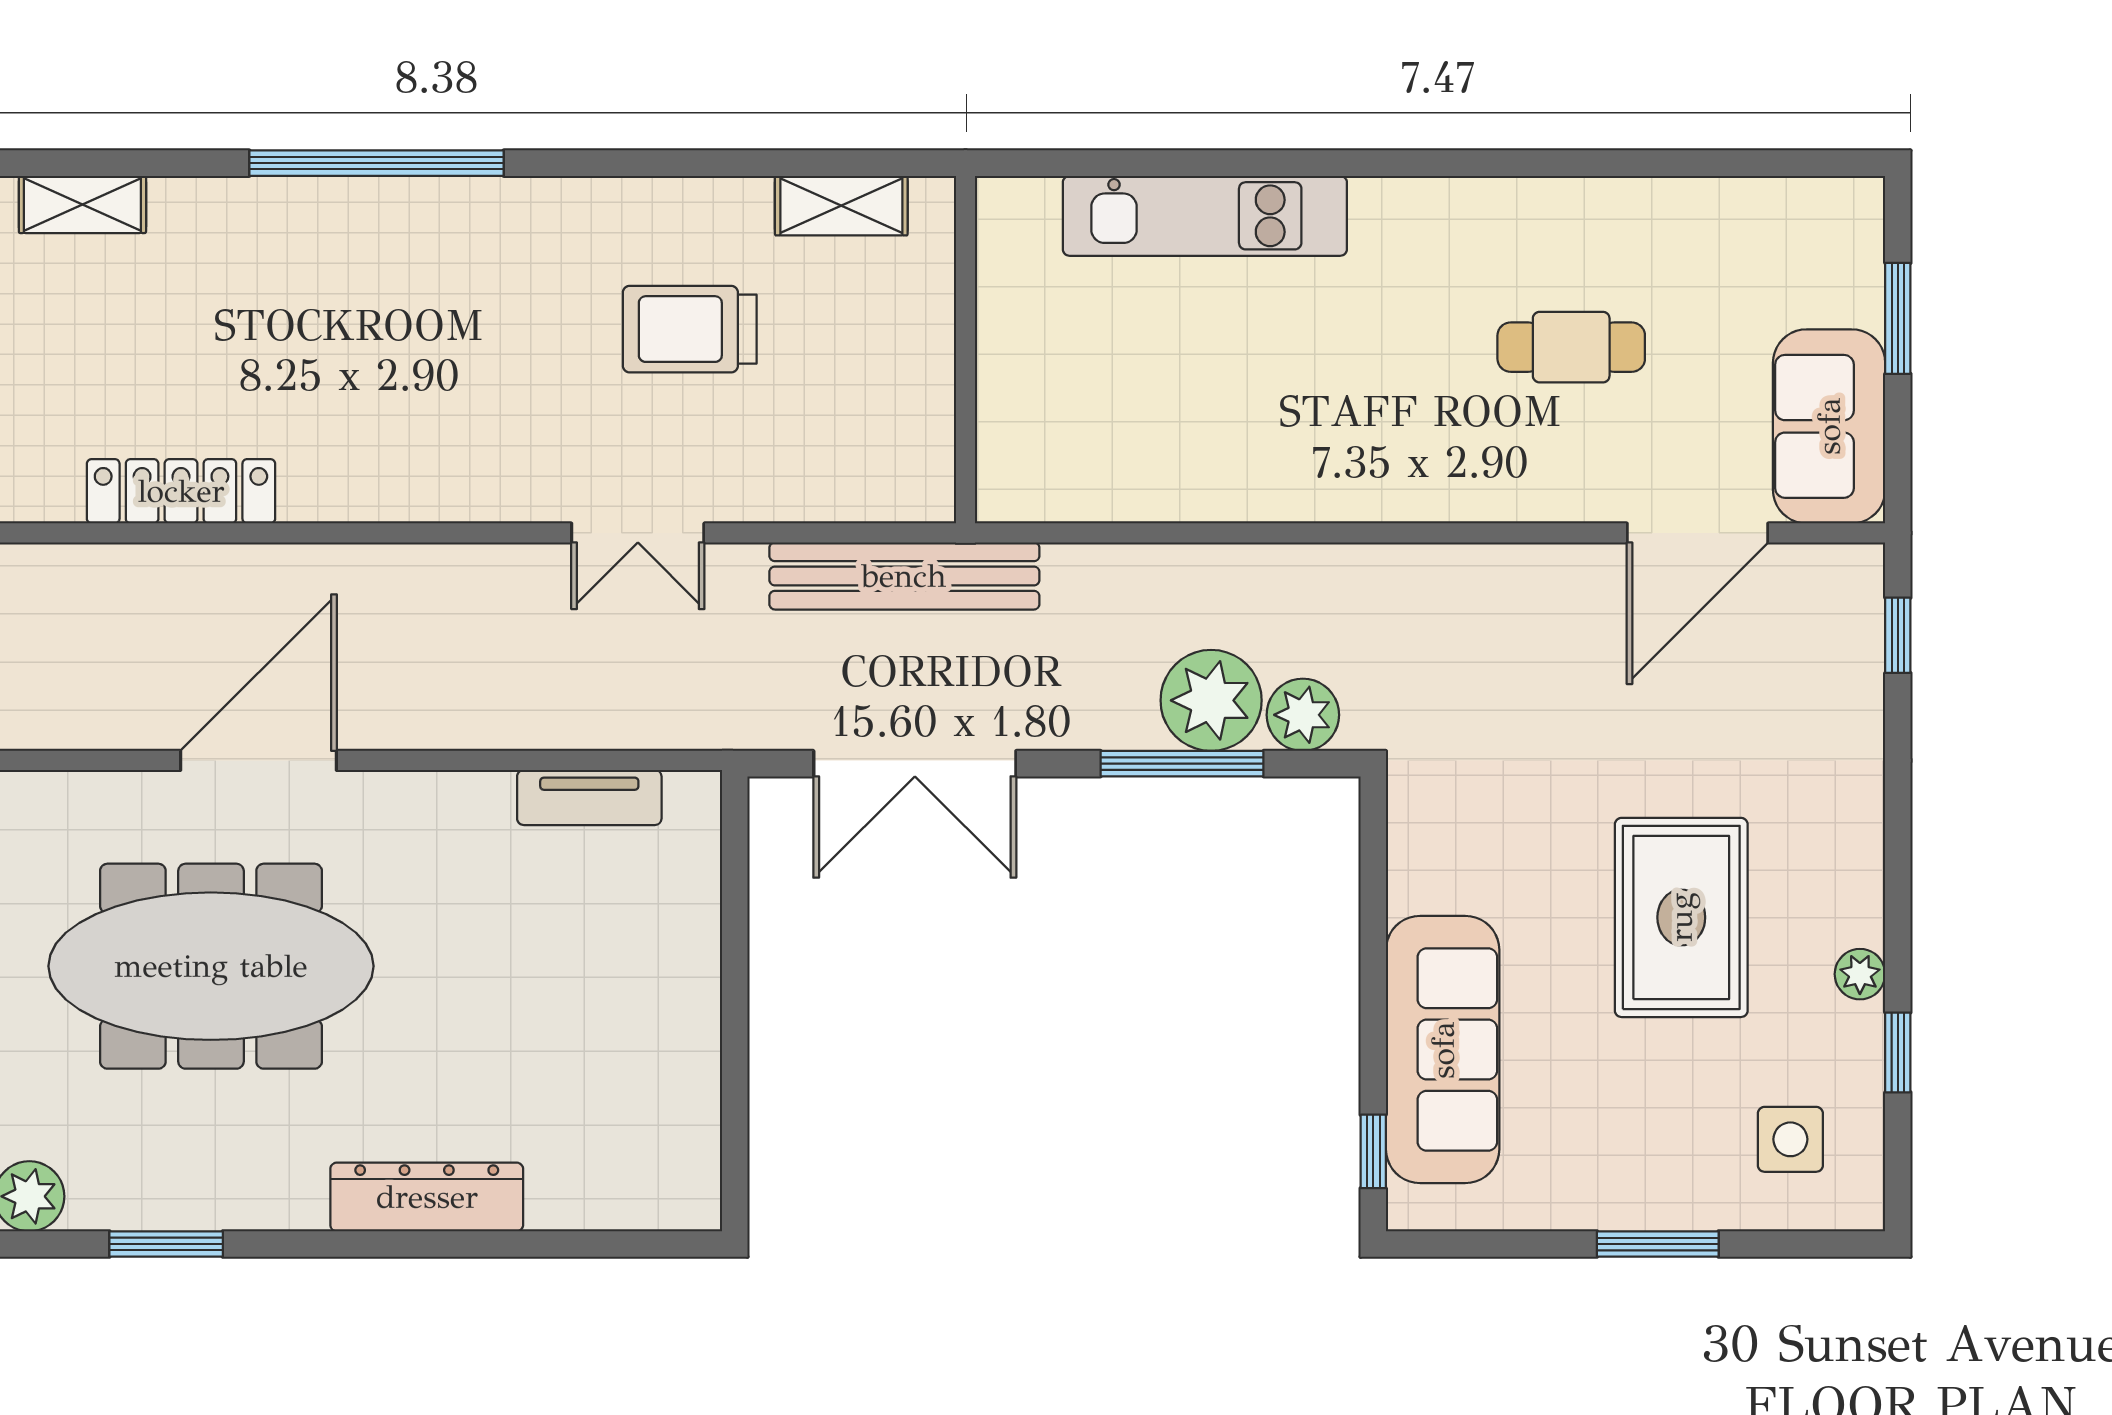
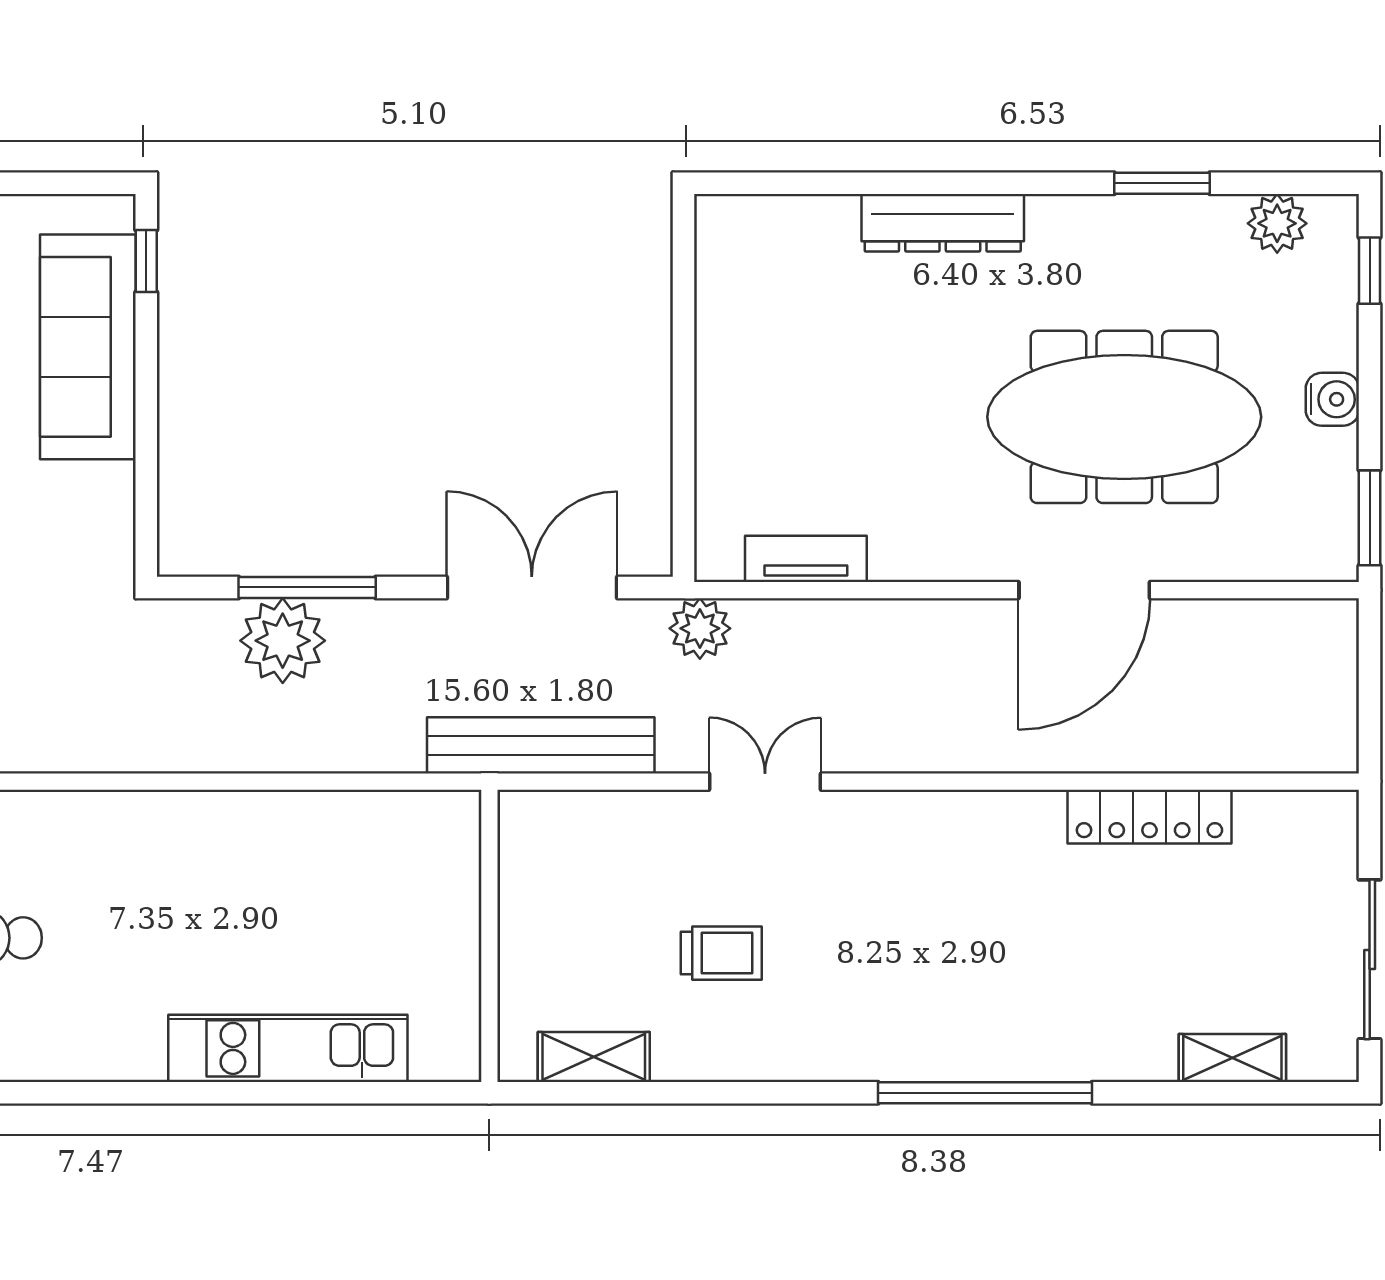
trolley: (690, 329) -> (721, 953), width x0.73, depth x0.72
plant: (1303, 715) -> (700, 628), moved

